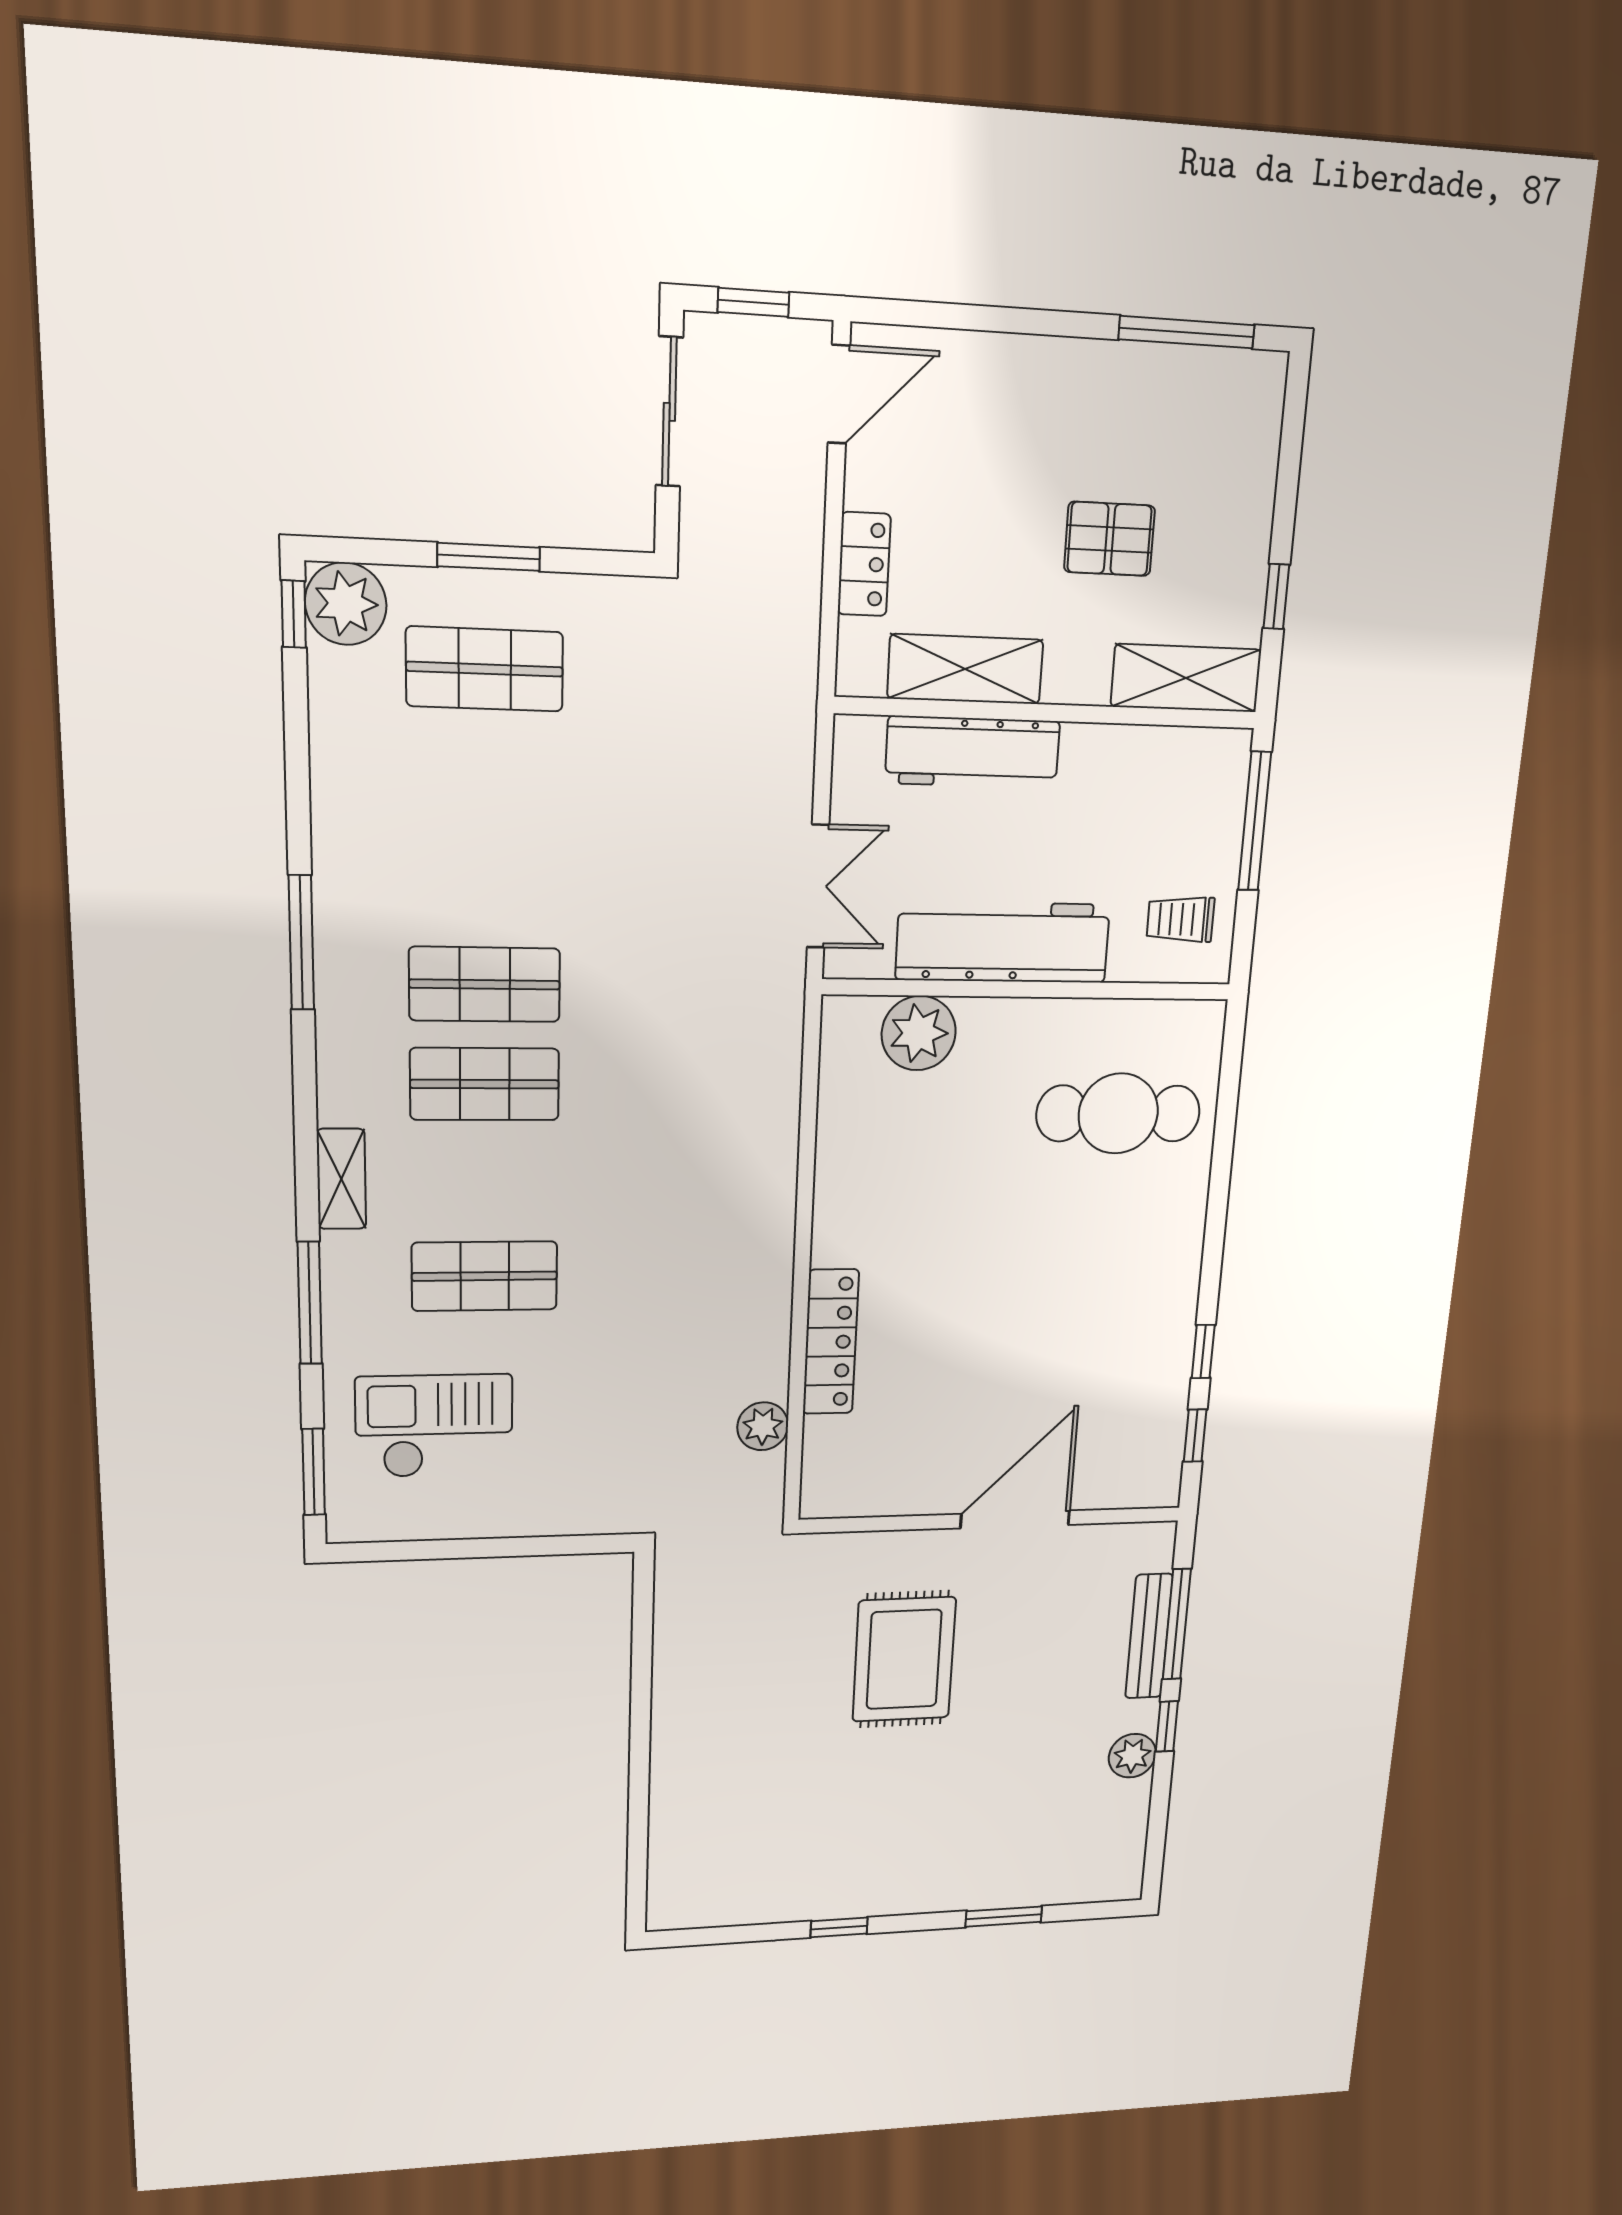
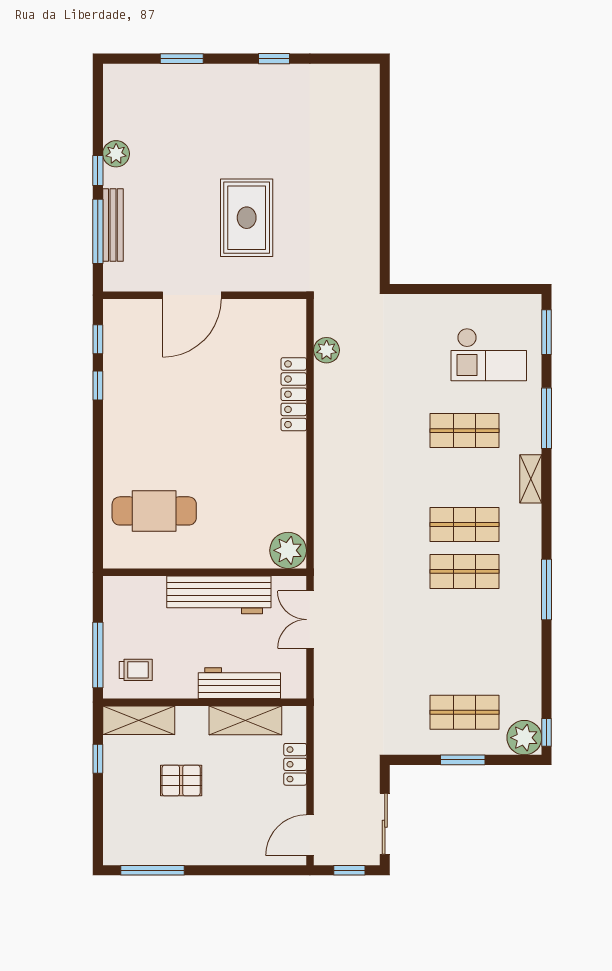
trolley: (1181, 919) -> (136, 670), moved
plant: (919, 1033) -> (288, 550), moved

